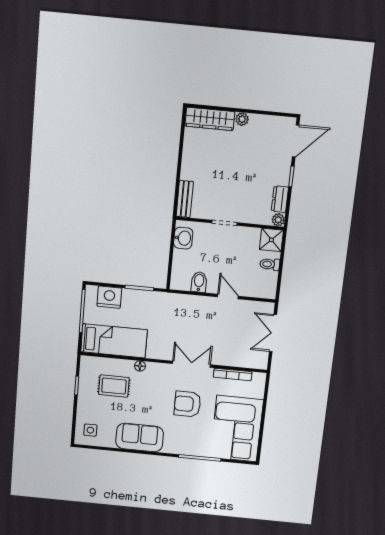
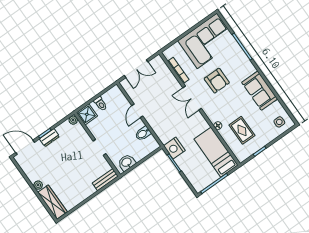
dresser: (280, 199) -> (49, 138), moved
nightstand: (109, 297) -> (174, 148), moved

